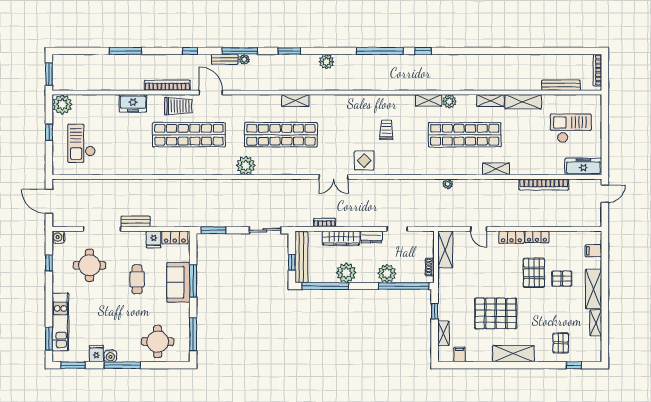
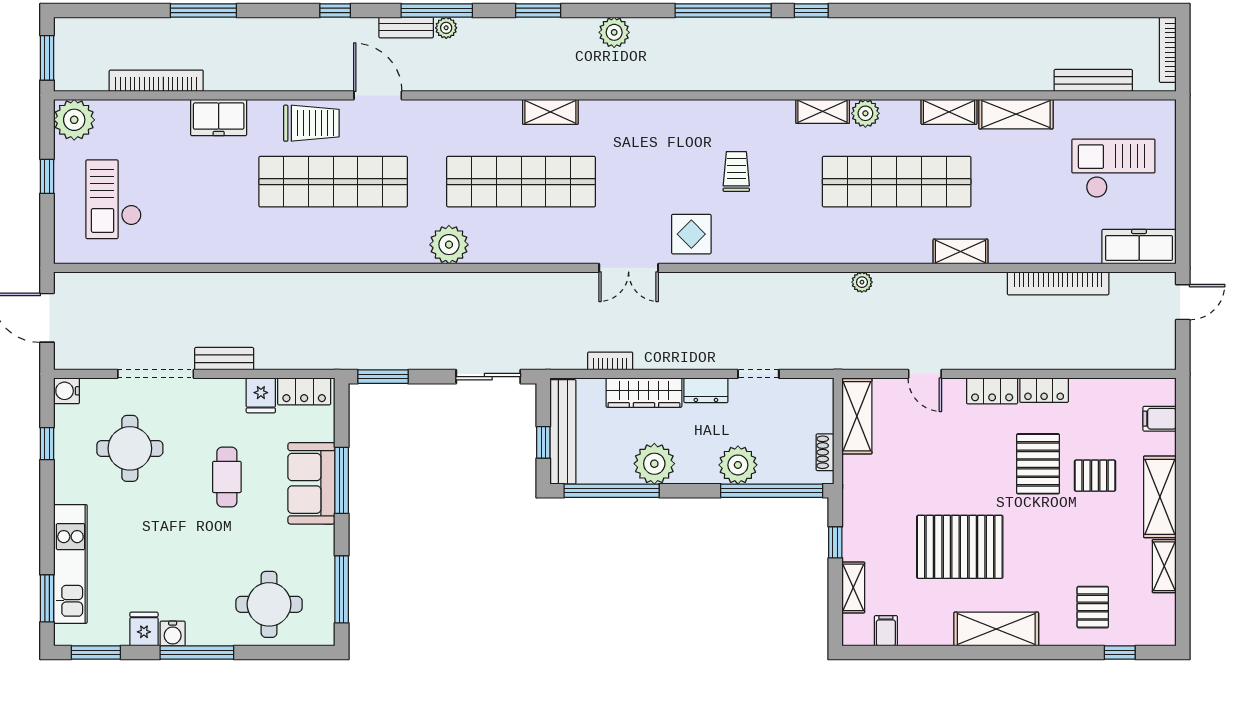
bookcase: (167, 85) -> (156, 81), moved

